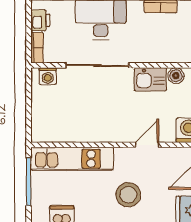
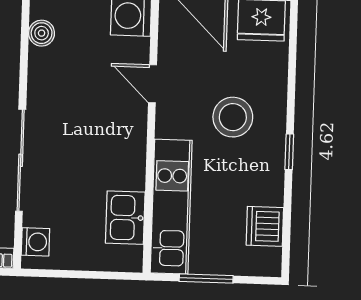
kitchen sink: (150, 79) -> (125, 218), moved, turned 180
window: (29, 182) -> (206, 279), width x0.69

